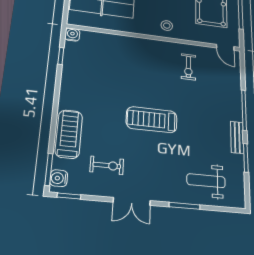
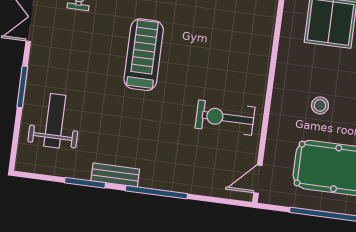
stool: (167, 26) -> (320, 105), moved
exercise bike: (188, 67) -> (225, 118), width x1.38, depth x1.39

